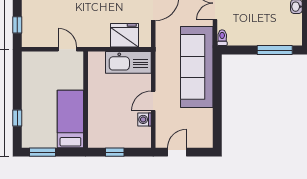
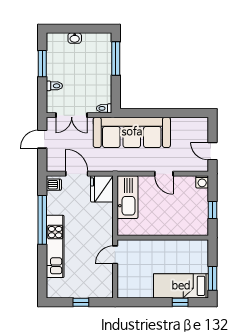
window: (17, 25) -> (81, 302), moved
fridge: (125, 35) -> (102, 189), moved
bed: (70, 119) -> (181, 286), moved
washing machine: (144, 119) -> (202, 182), moved

